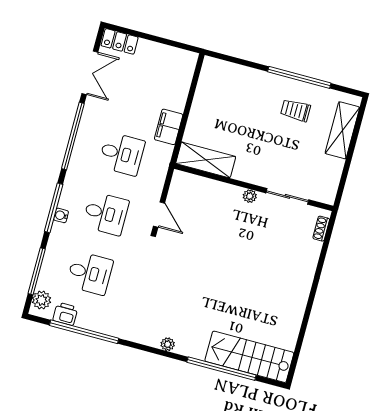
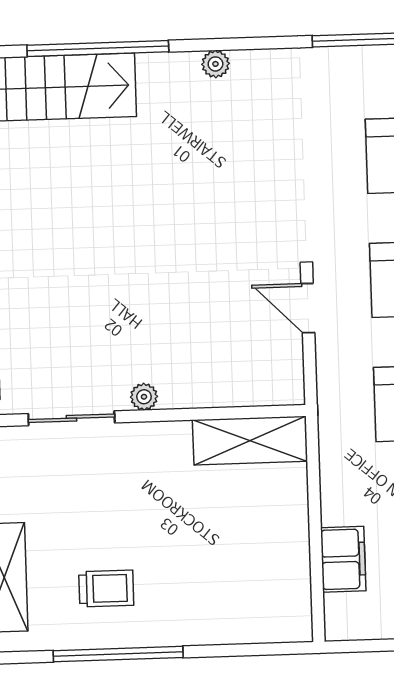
filing cabinet: (169, 127) -> (343, 559), moved

